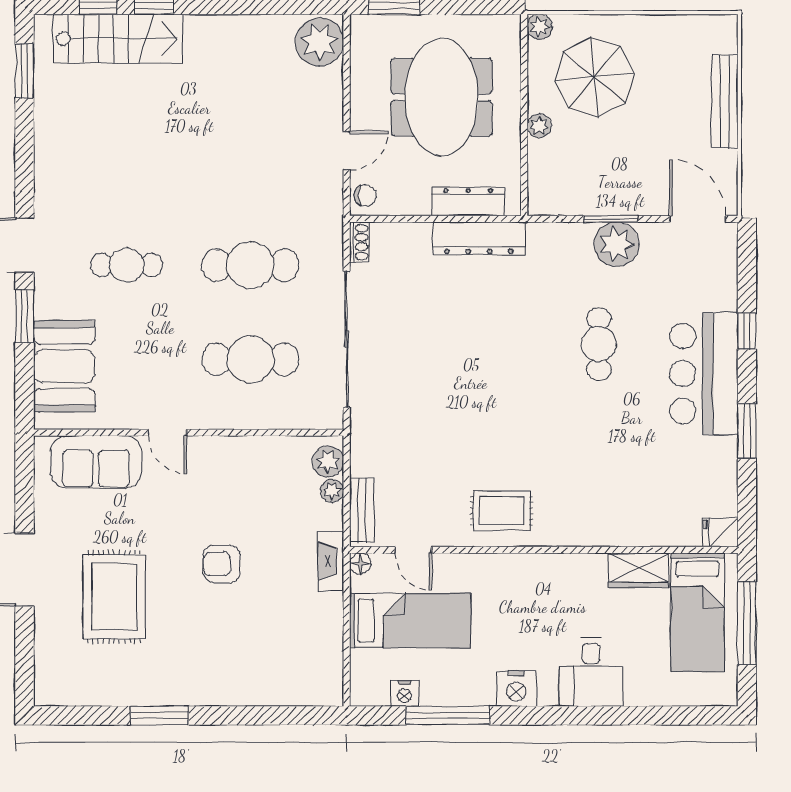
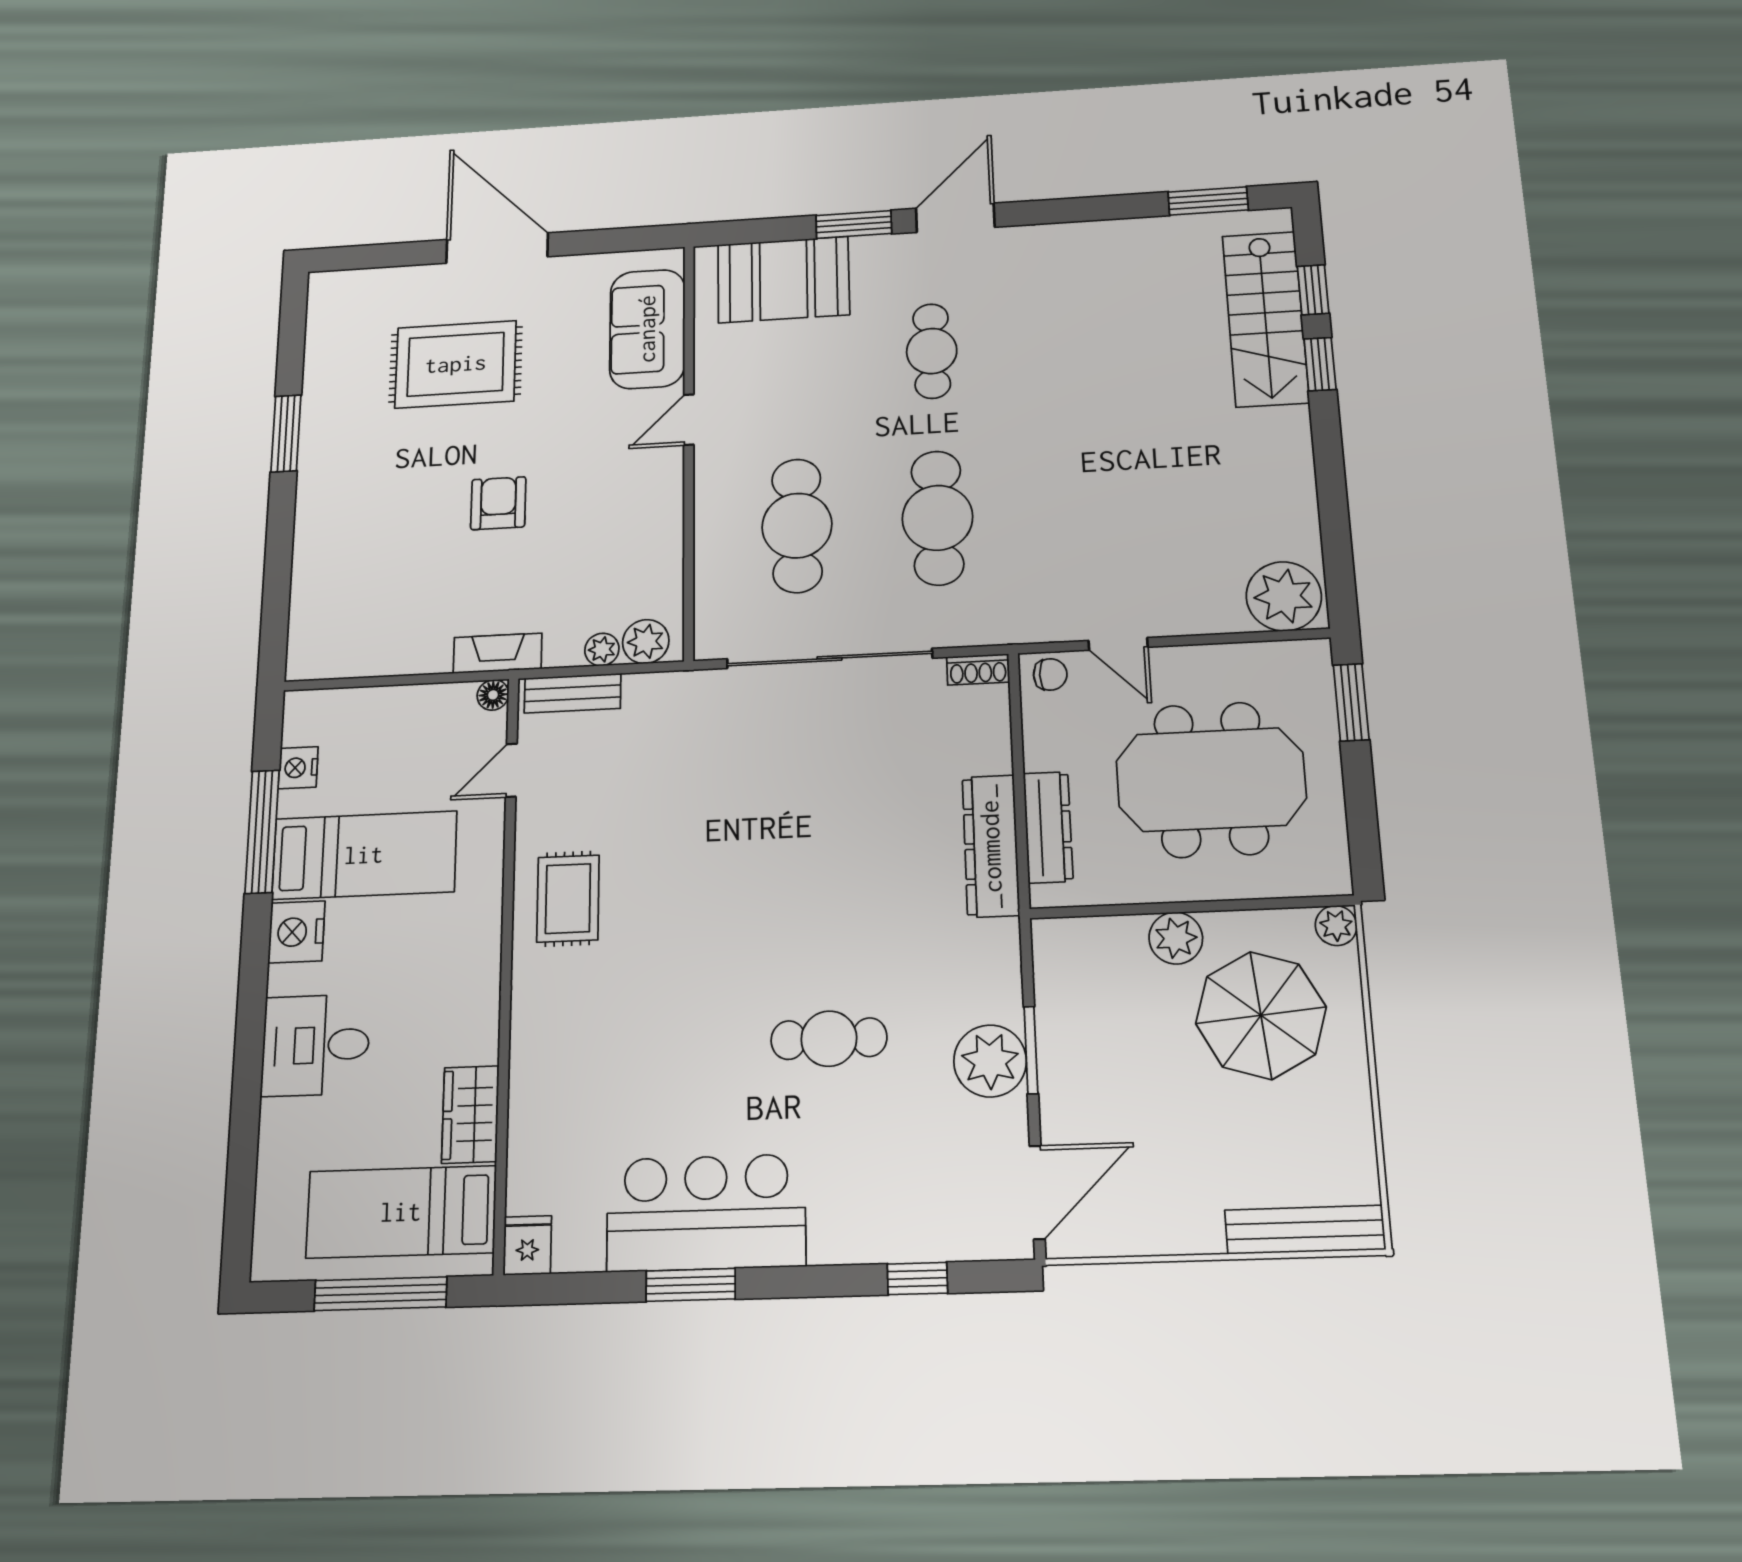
bench: (725, 101) -> (1305, 1230), moved
plant: (539, 126) -> (1176, 938), width x1.38, depth x1.38
chair: (365, 195) -> (1050, 674), turned -90
window: (747, 331) -> (917, 1279), moved
bar counter: (704, 373) -> (706, 1213), moved
bed: (410, 621) -> (364, 855), moved, turned -90

